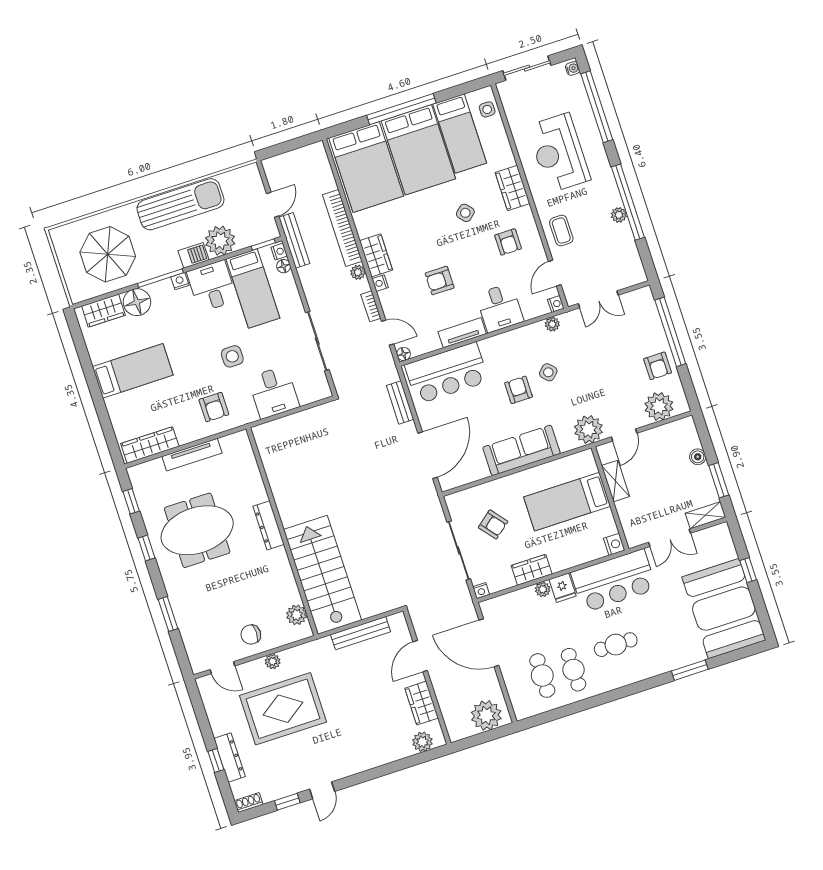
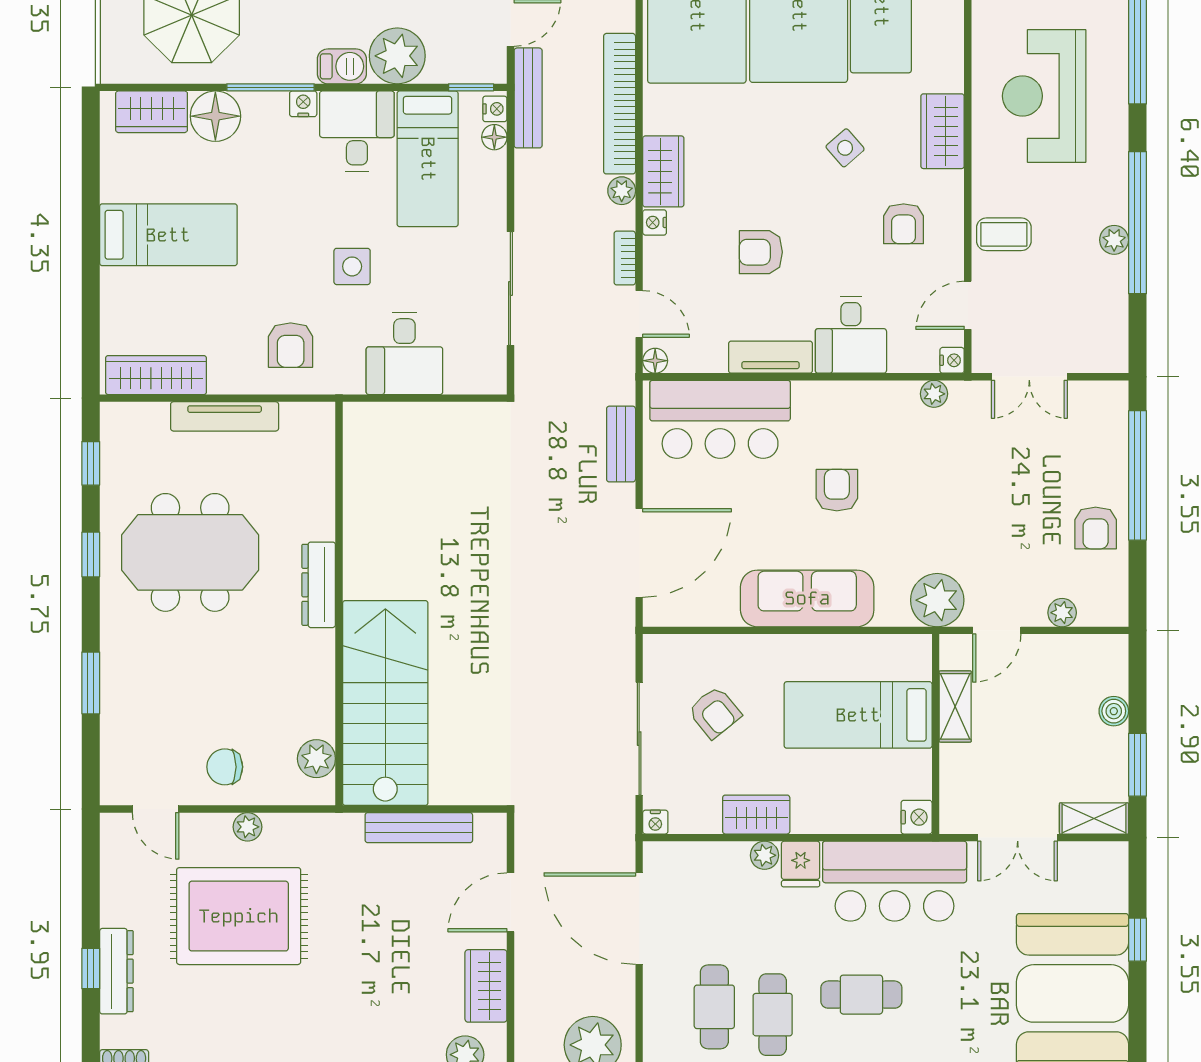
coffee table: (561, 231) -> (1004, 234), turned 90
side table: (548, 372) -> (899, 476), removed
plant: (659, 406) -> (1062, 613), width x0.53, depth x0.53

